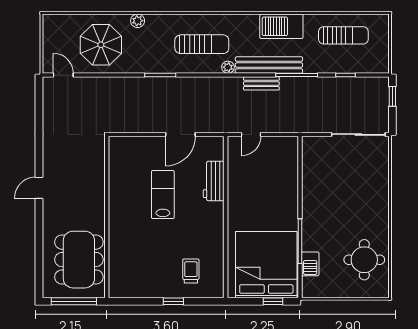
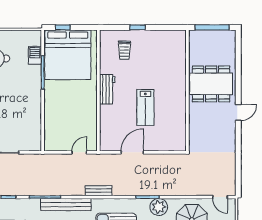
plant: (228, 67) -> (159, 207), moved, width x1.87, depth x1.87
bench: (261, 83) -> (99, 191), moved
workbench: (214, 181) -> (107, 89), moved
dining table: (79, 260) -> (211, 84), moved, turned 90

